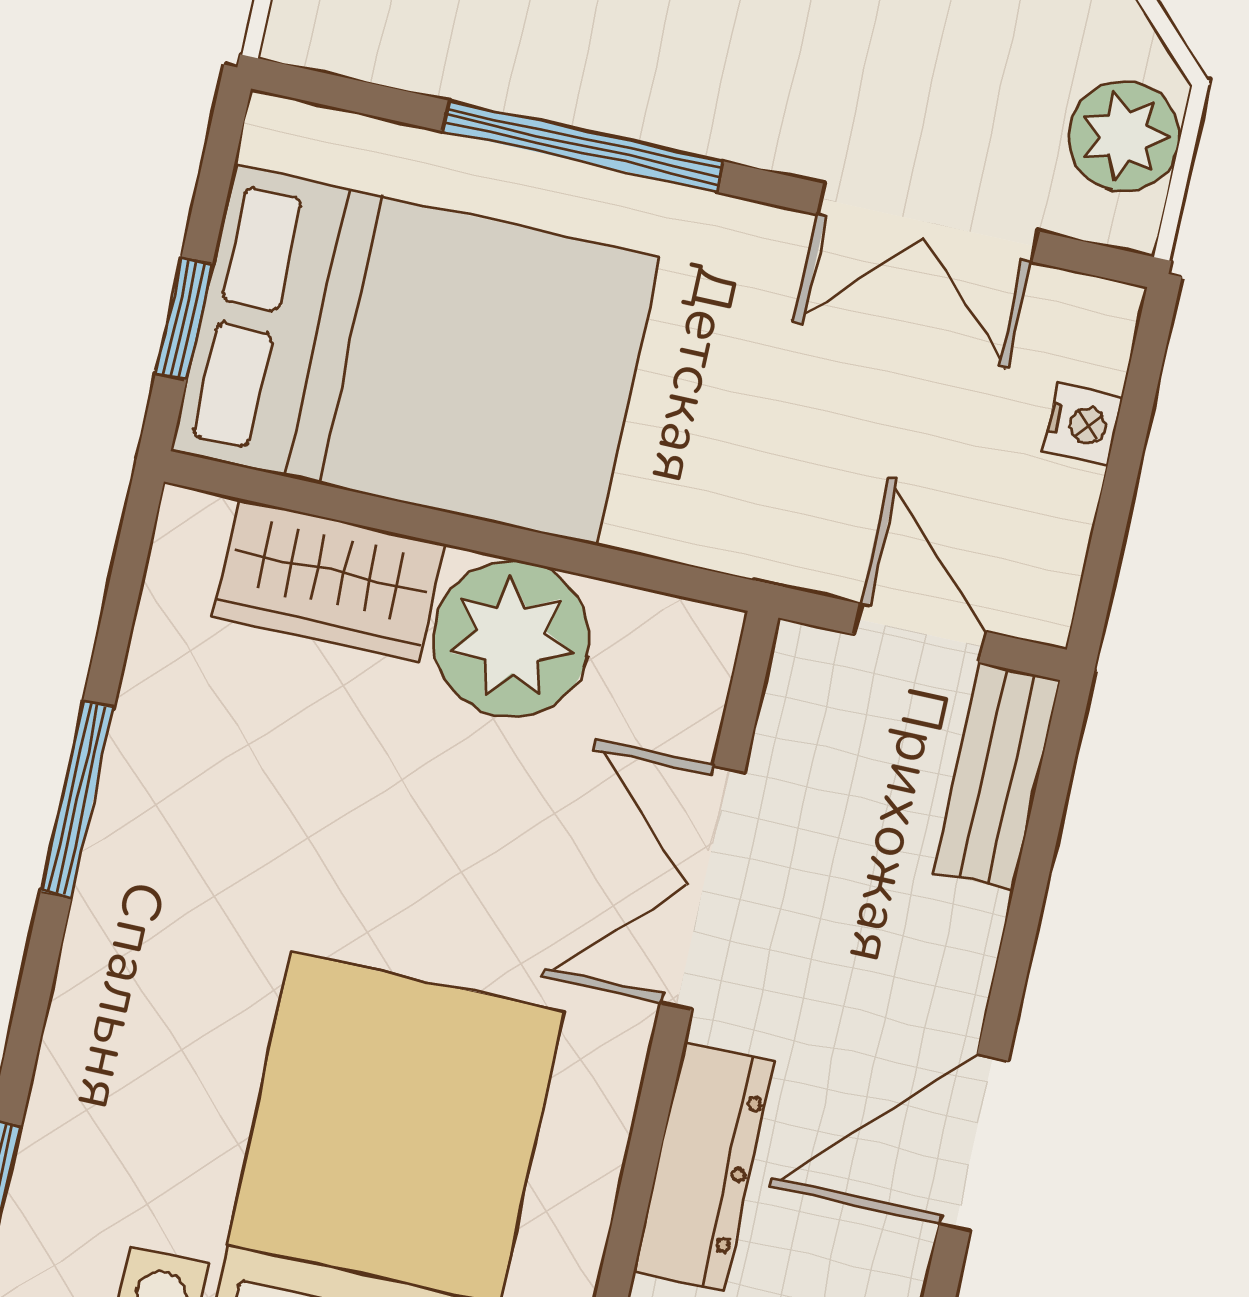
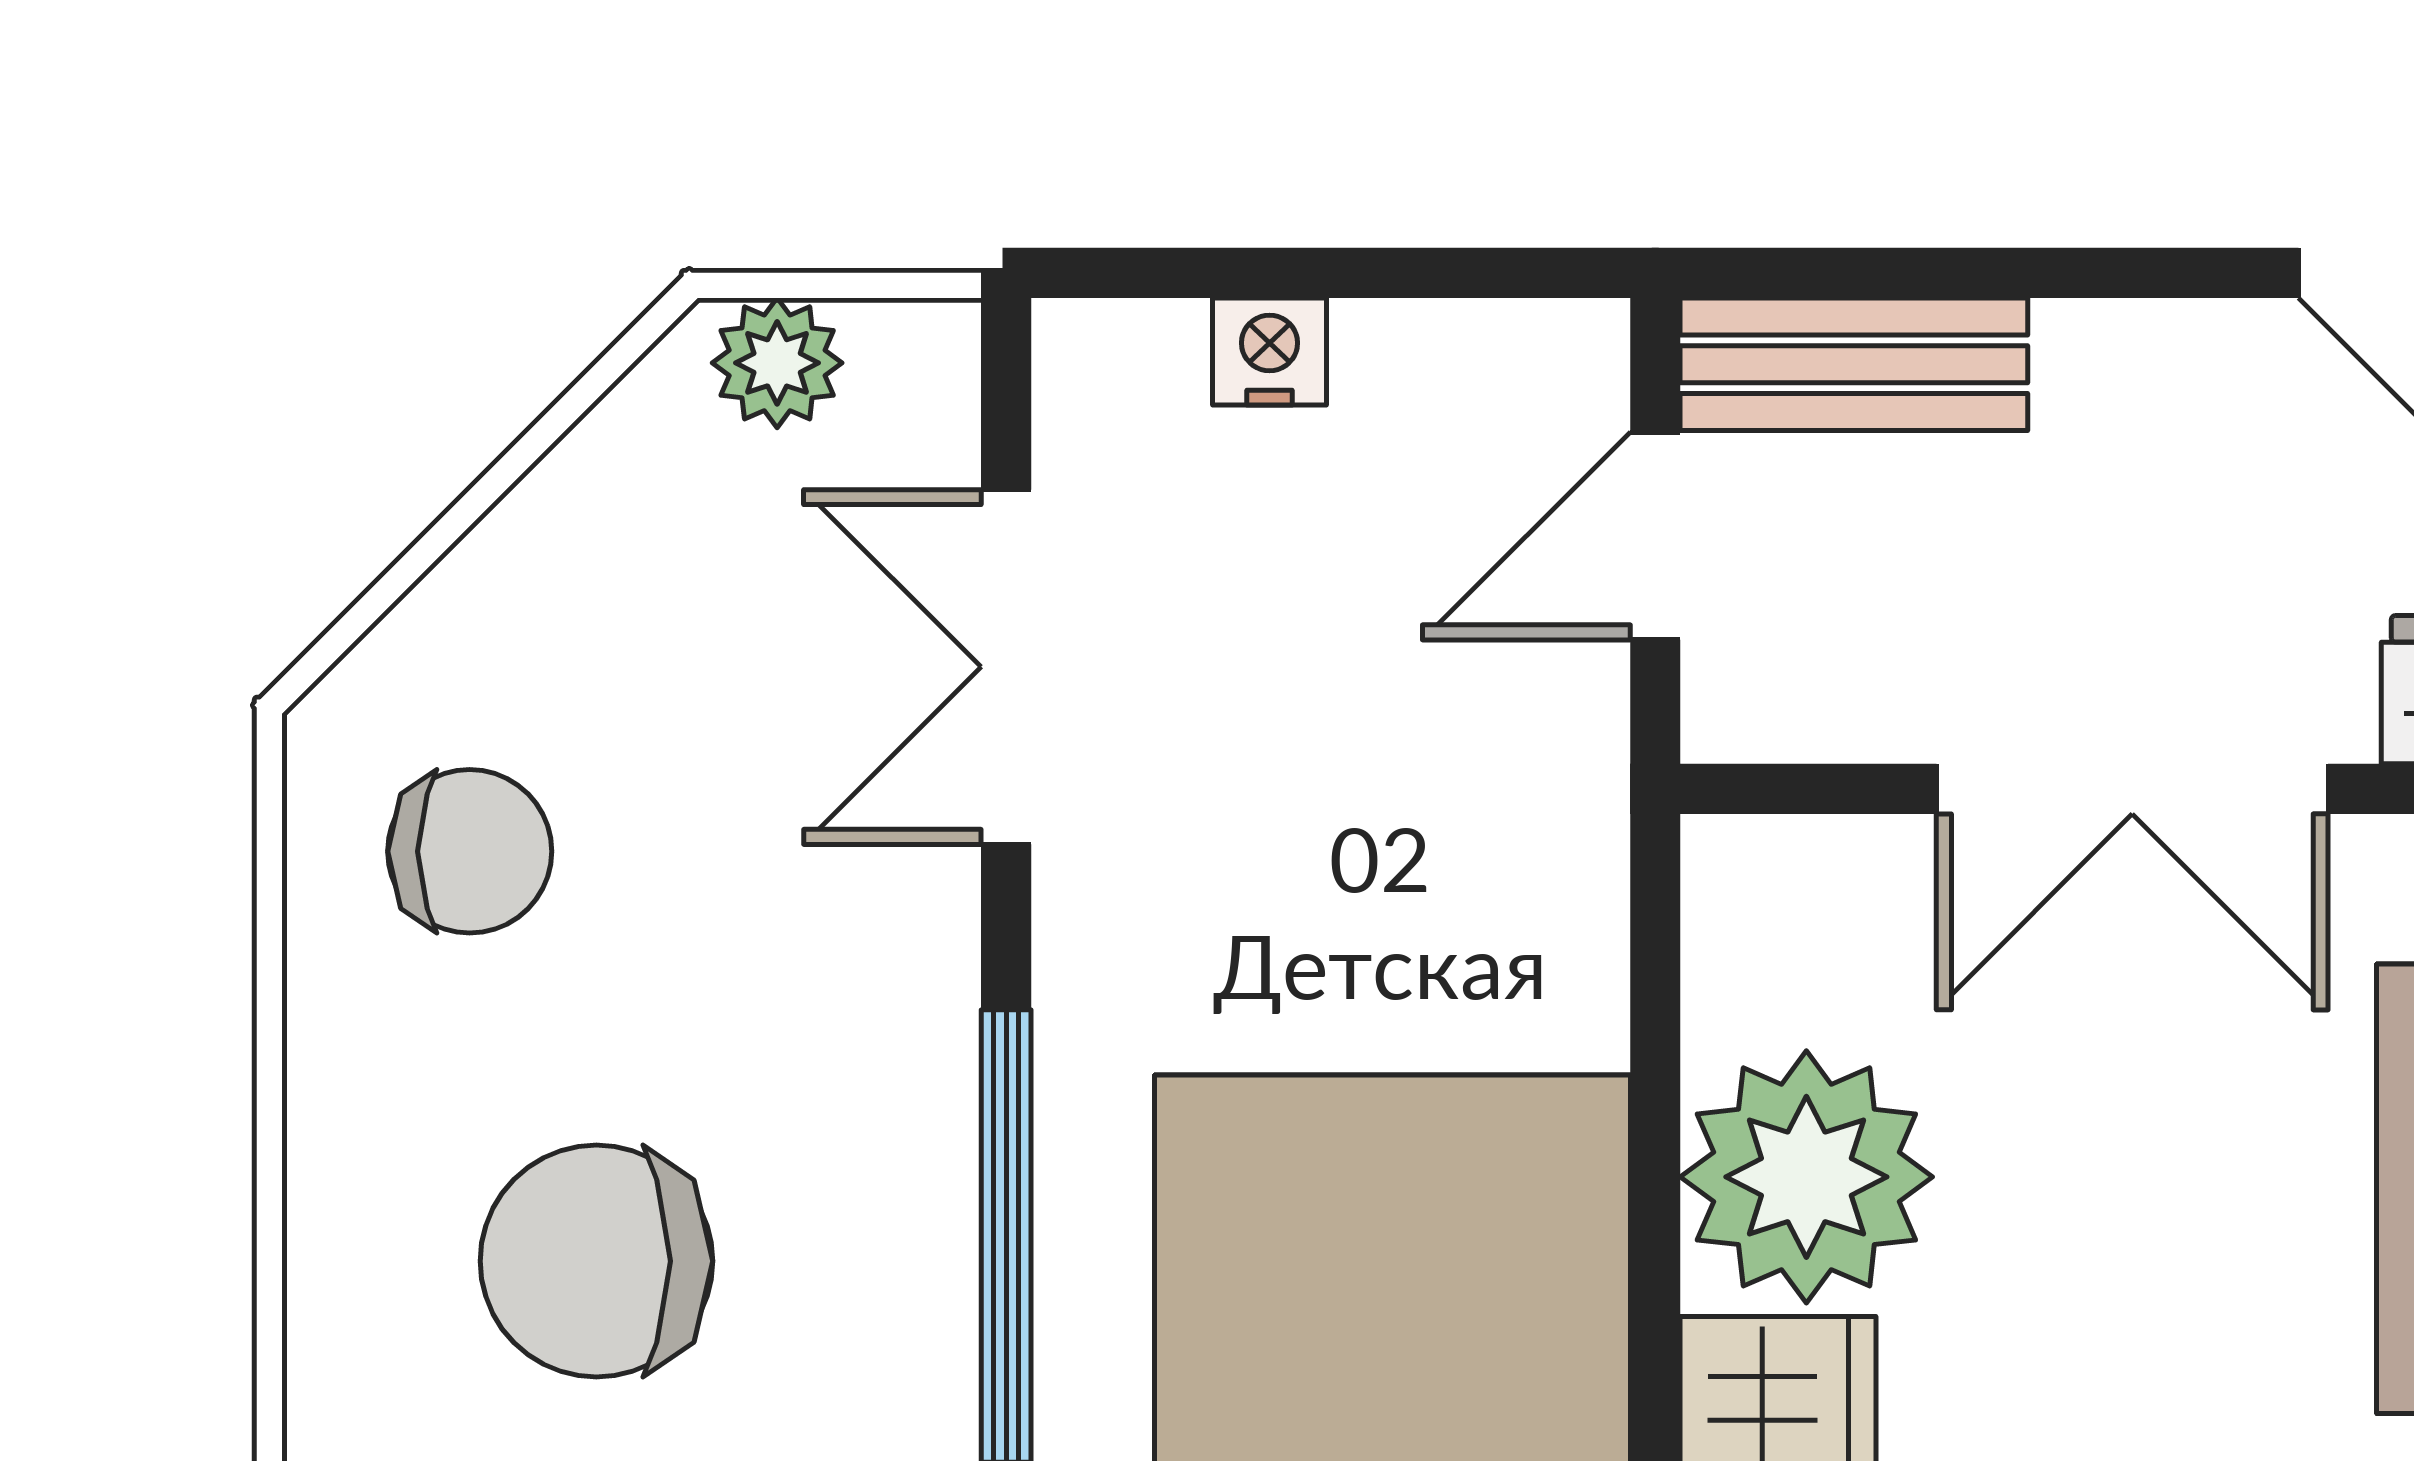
plant: (1124, 136) -> (777, 363), width x0.73, depth x0.73
double door: (927, 223) -> (1006, 667), swing flipped

